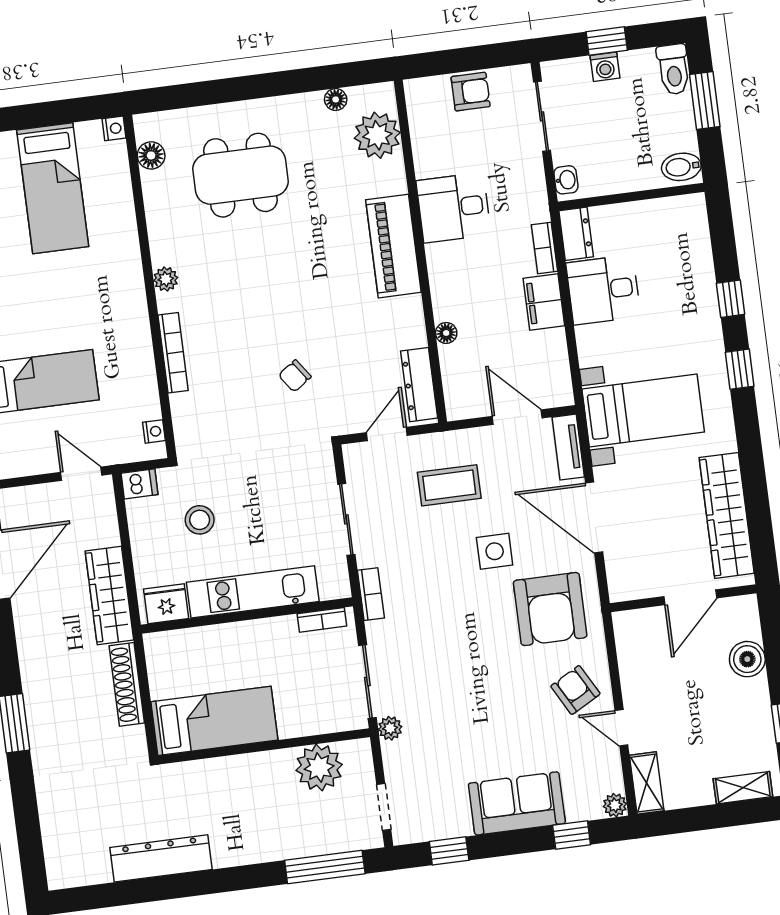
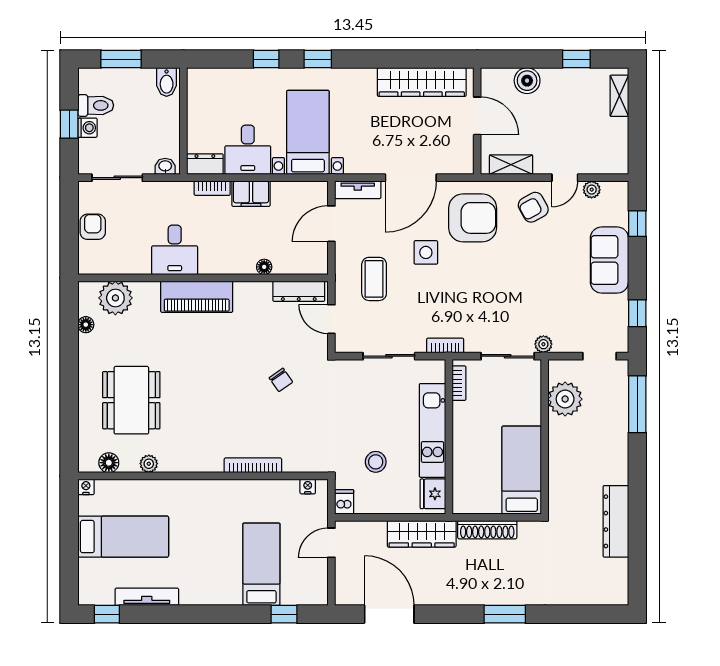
toilet: (673, 69) -> (96, 105), moved
plant: (166, 279) -> (149, 464), moved
bed with nightstands: (643, 411) -> (308, 132), moved
shelving: (647, 783) -> (511, 165), moved
plant: (615, 805) -> (592, 190), moved

